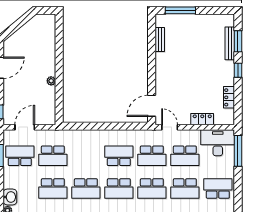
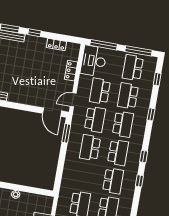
window: (130, 126) -> (66, 133), added
school desk: (185, 156) -> (100, 91), turned 180
school desk: (185, 189) -> (128, 96), turned 180
window: (238, 192) -> (138, 51), added

